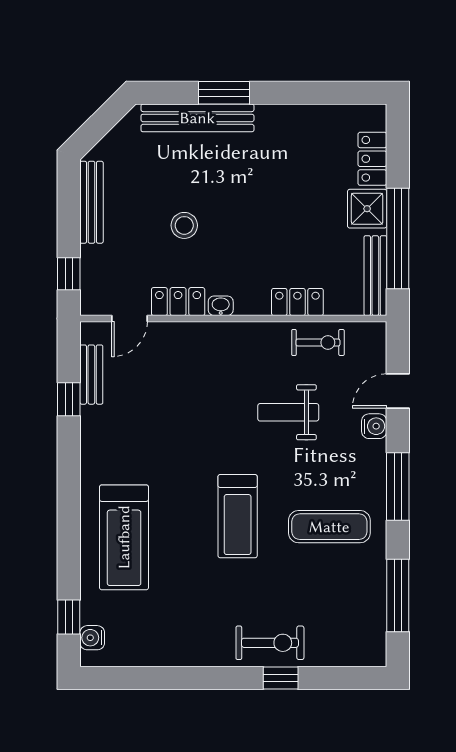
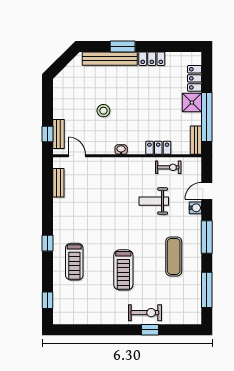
bench: (92, 202) -> (59, 134), moved, width x0.73
bench: (375, 276) -> (196, 140), width x0.73
locker: (178, 302) -> (152, 59), moved, turned 180
door: (129, 319) -> (77, 156), swing flipped
window: (69, 399) -> (48, 243), moved
treadmill: (238, 516) -> (123, 270), moved
exercise mat: (329, 527) -> (174, 256), turned 90
treadmill: (124, 537) -> (74, 262), width x0.73, depth x0.73
water cooler: (92, 638) -> (59, 310), removed

